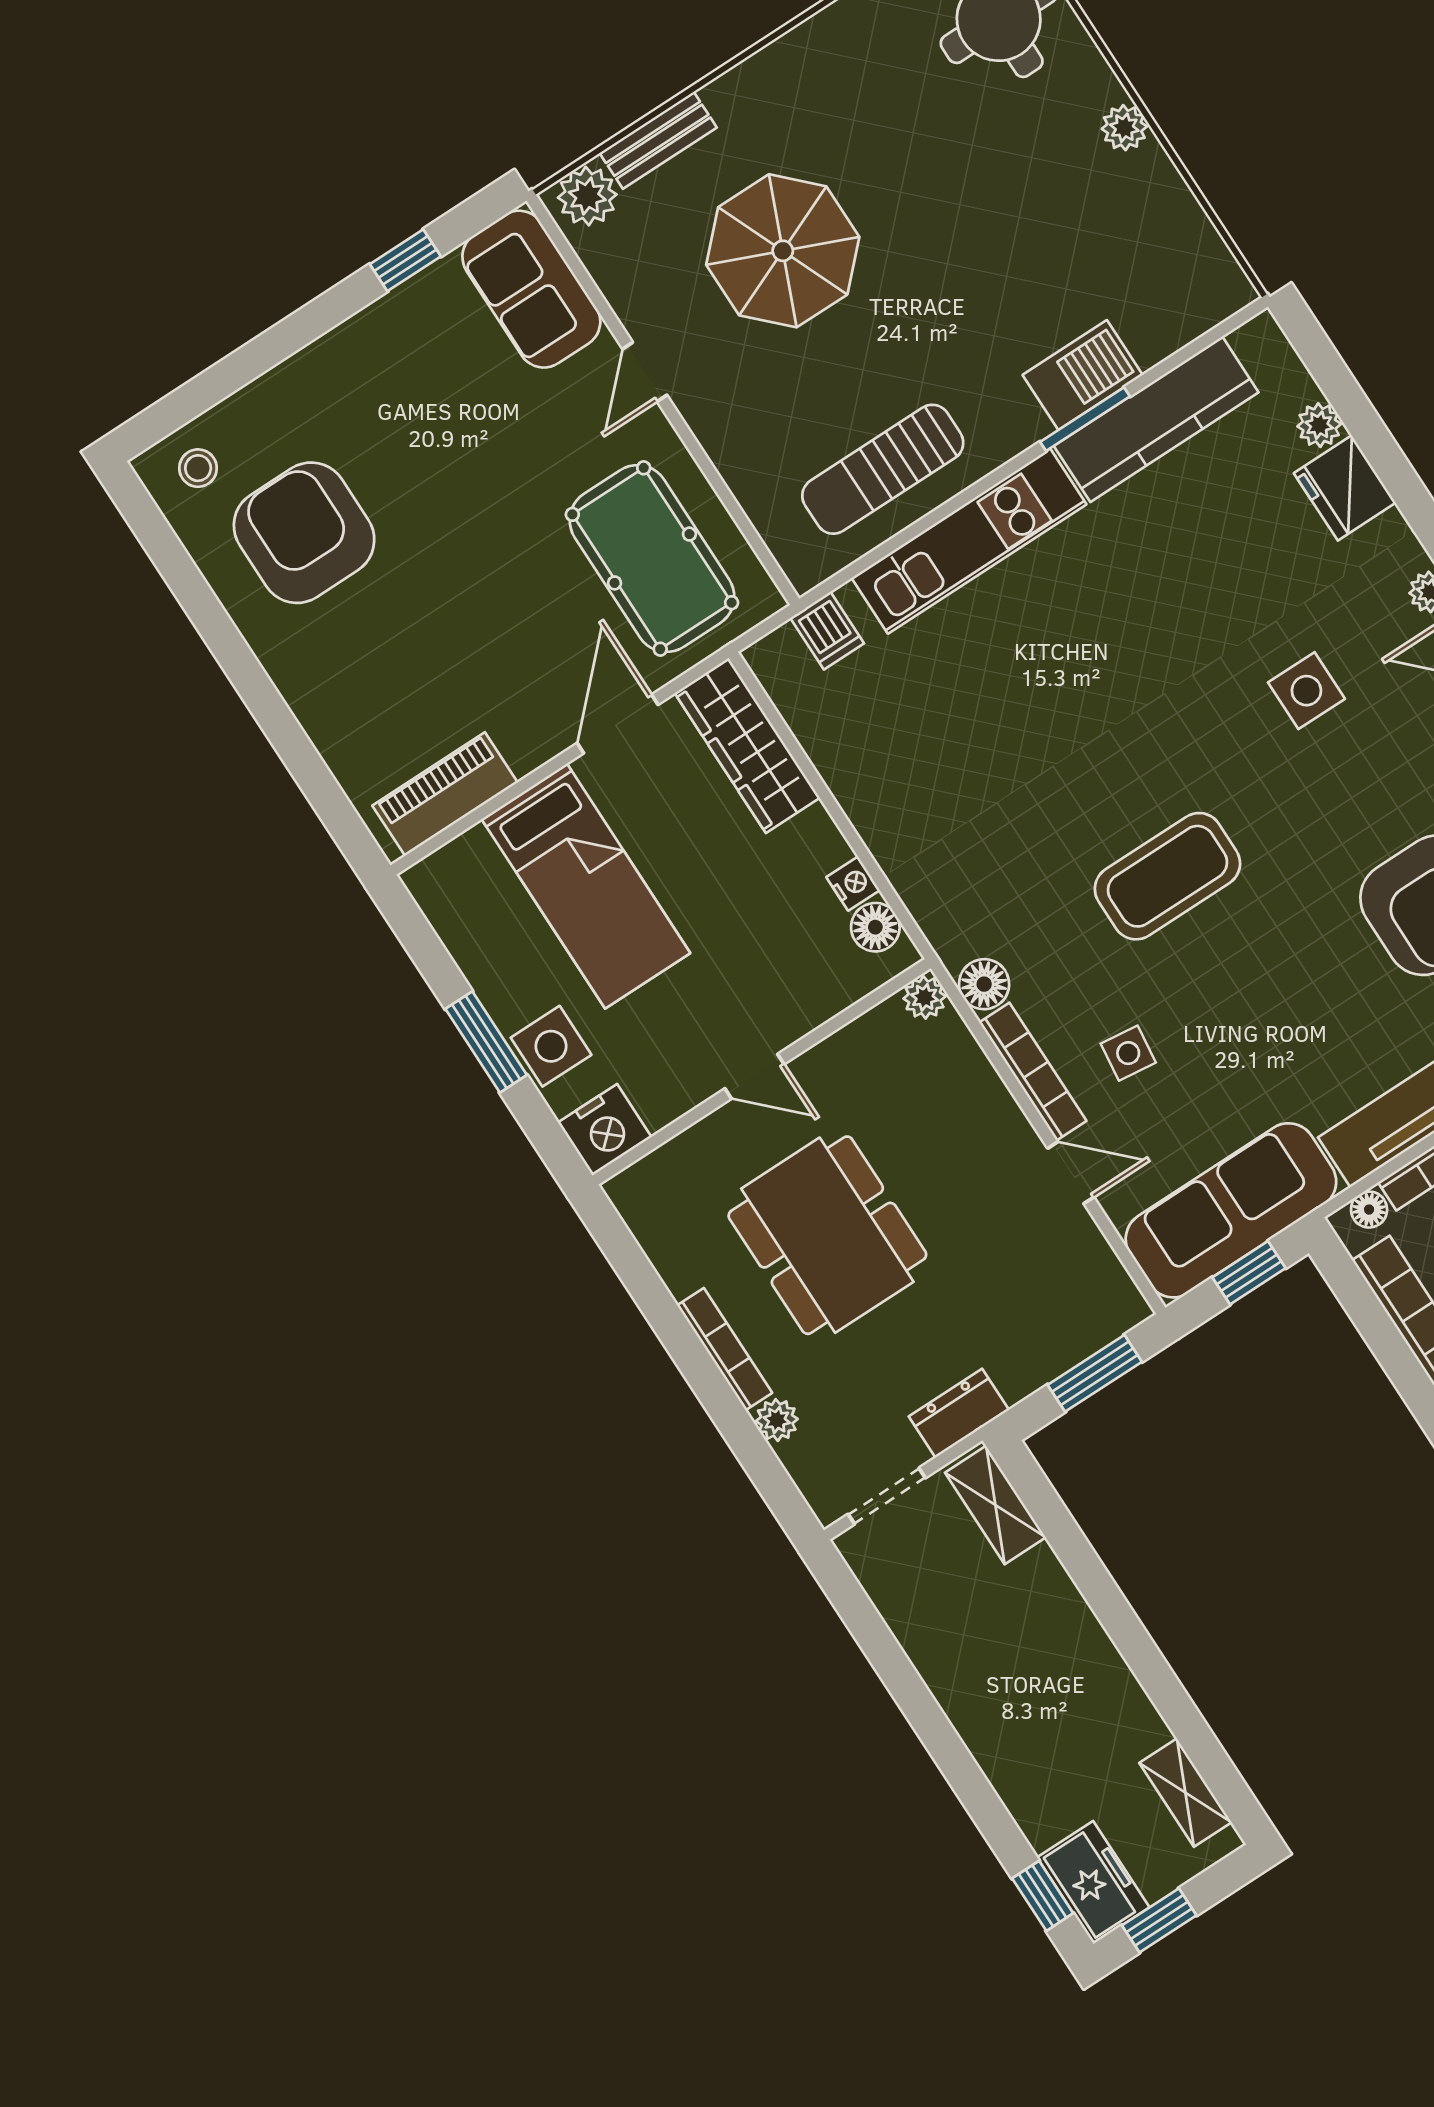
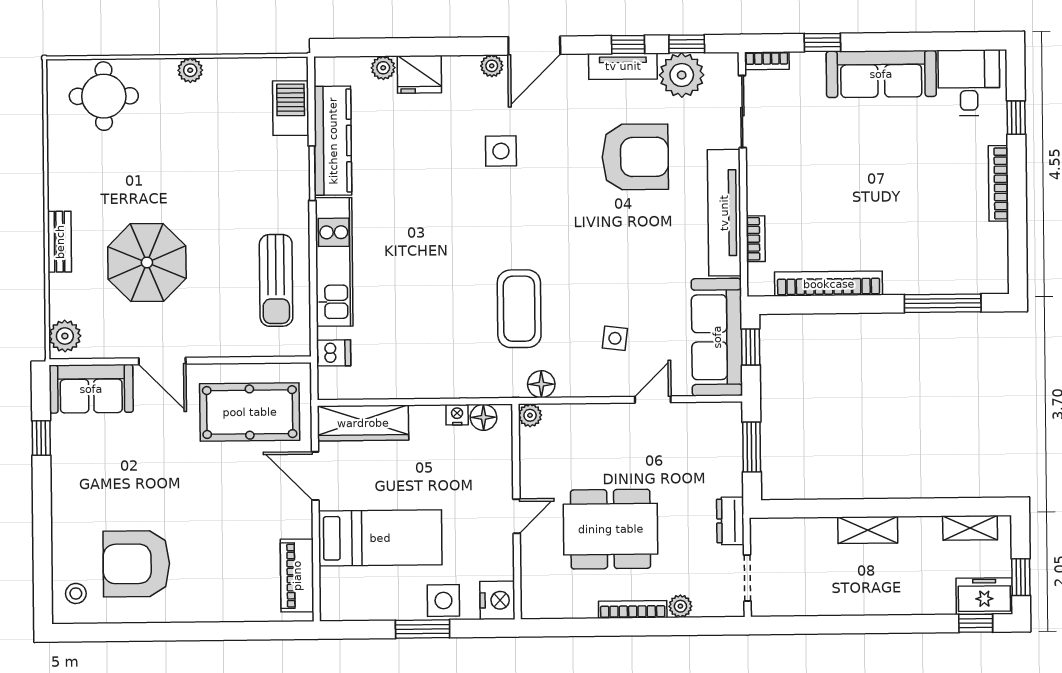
bench: (658, 140) -> (60, 242), moved
door: (645, 372) -> (162, 361), width x1.38
barbecue: (1083, 375) -> (291, 108), moved
coffee table: (1167, 876) -> (519, 309), moved
bookcase: (1033, 1072) -> (596, 387), removed
floor lamp: (1369, 1210) -> (757, 274), removed
shelving: (995, 1505) -> (868, 530), moved

